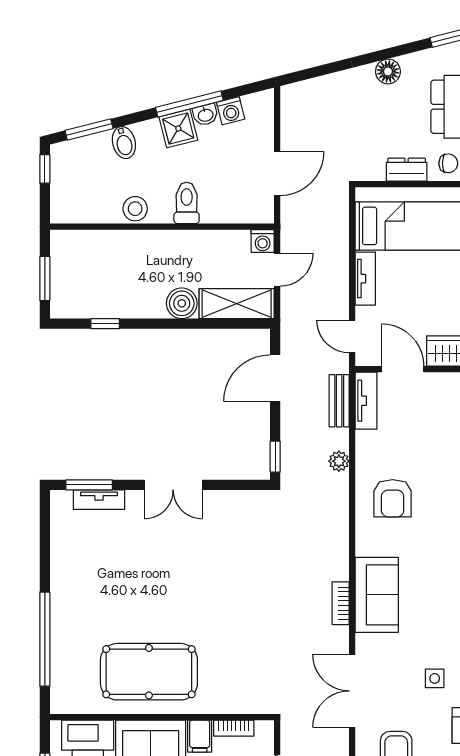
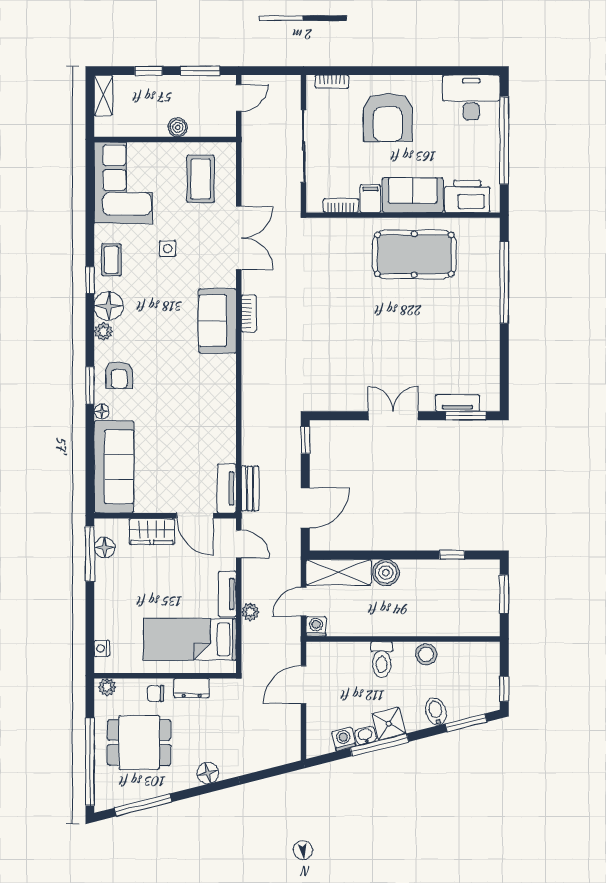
plant: (339, 461) -> (250, 612), moved
armchair: (393, 498) -> (204, 404), removed

